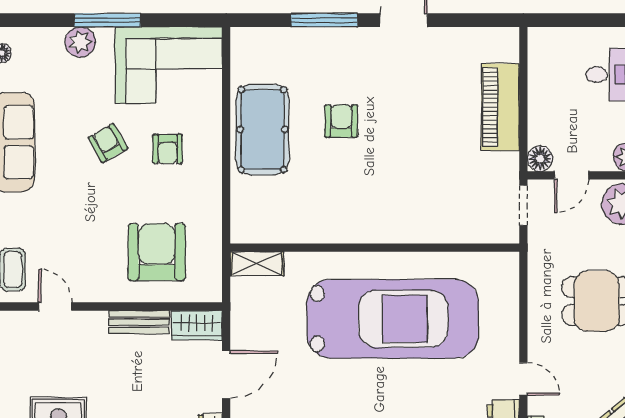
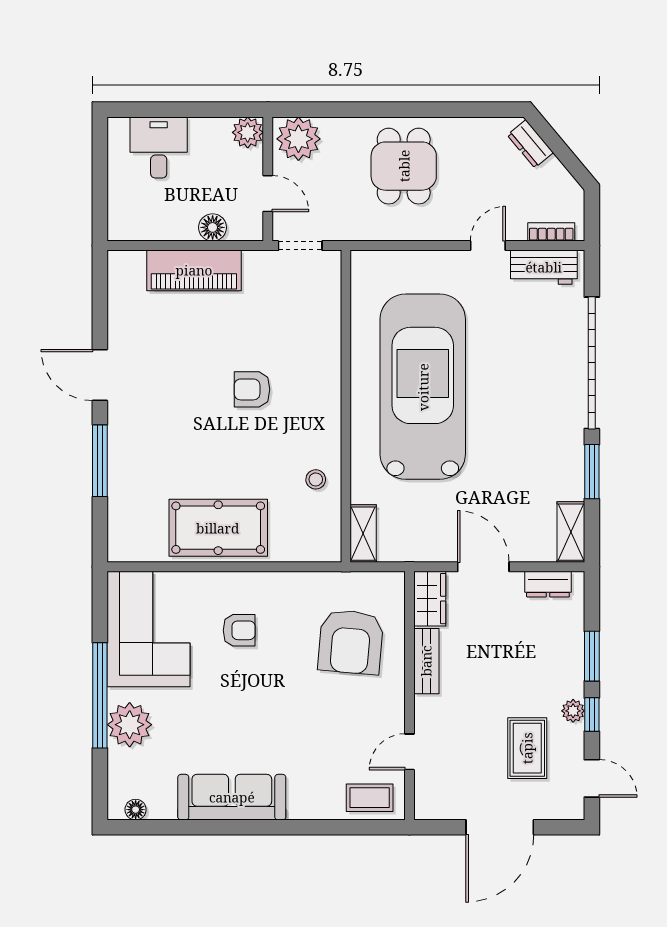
window: (107, 20) -> (100, 695), width x1.46
plant: (80, 42) -> (130, 725), width x1.36, depth x1.36
armchair: (341, 121) -> (252, 389), moved
armchair: (108, 143) -> (233, 695), removed
floor lamp: (540, 159) -> (213, 227), moved
stool: (307, 220) -> (316, 479), added
armchair: (157, 252) -> (351, 642), turned -85

